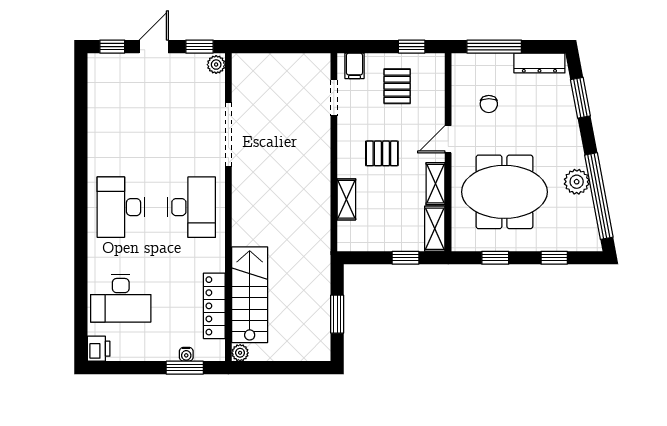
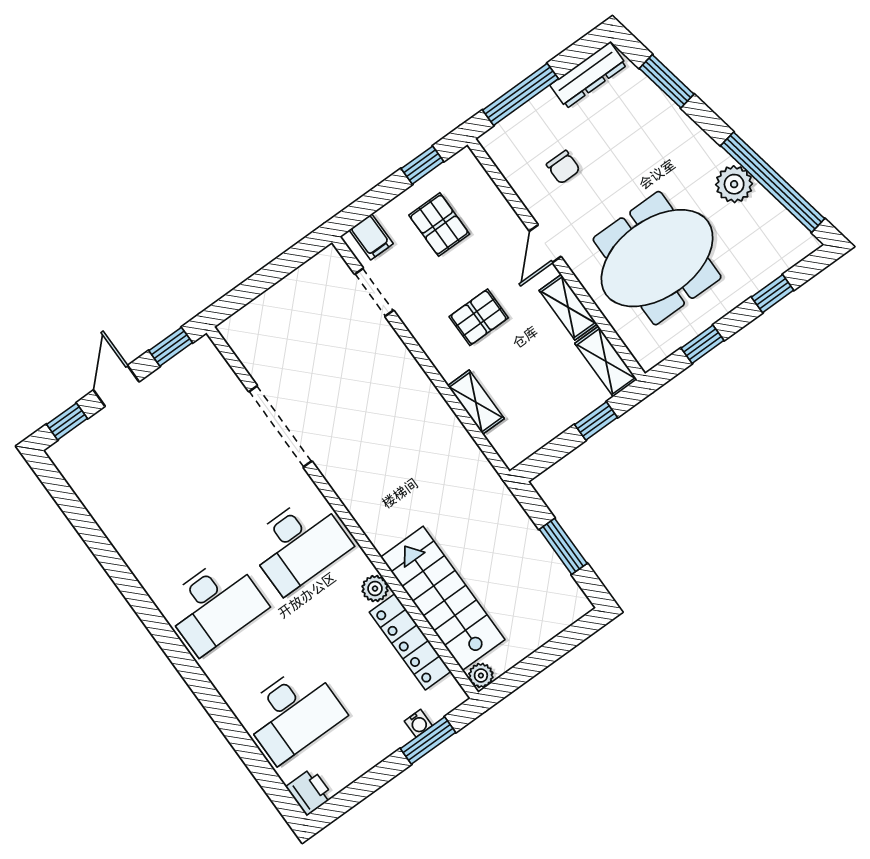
plant: (216, 65) -> (375, 589), moved
desk: (121, 207) -> (215, 605), turned -90
desk: (192, 207) -> (299, 544), turned 90

